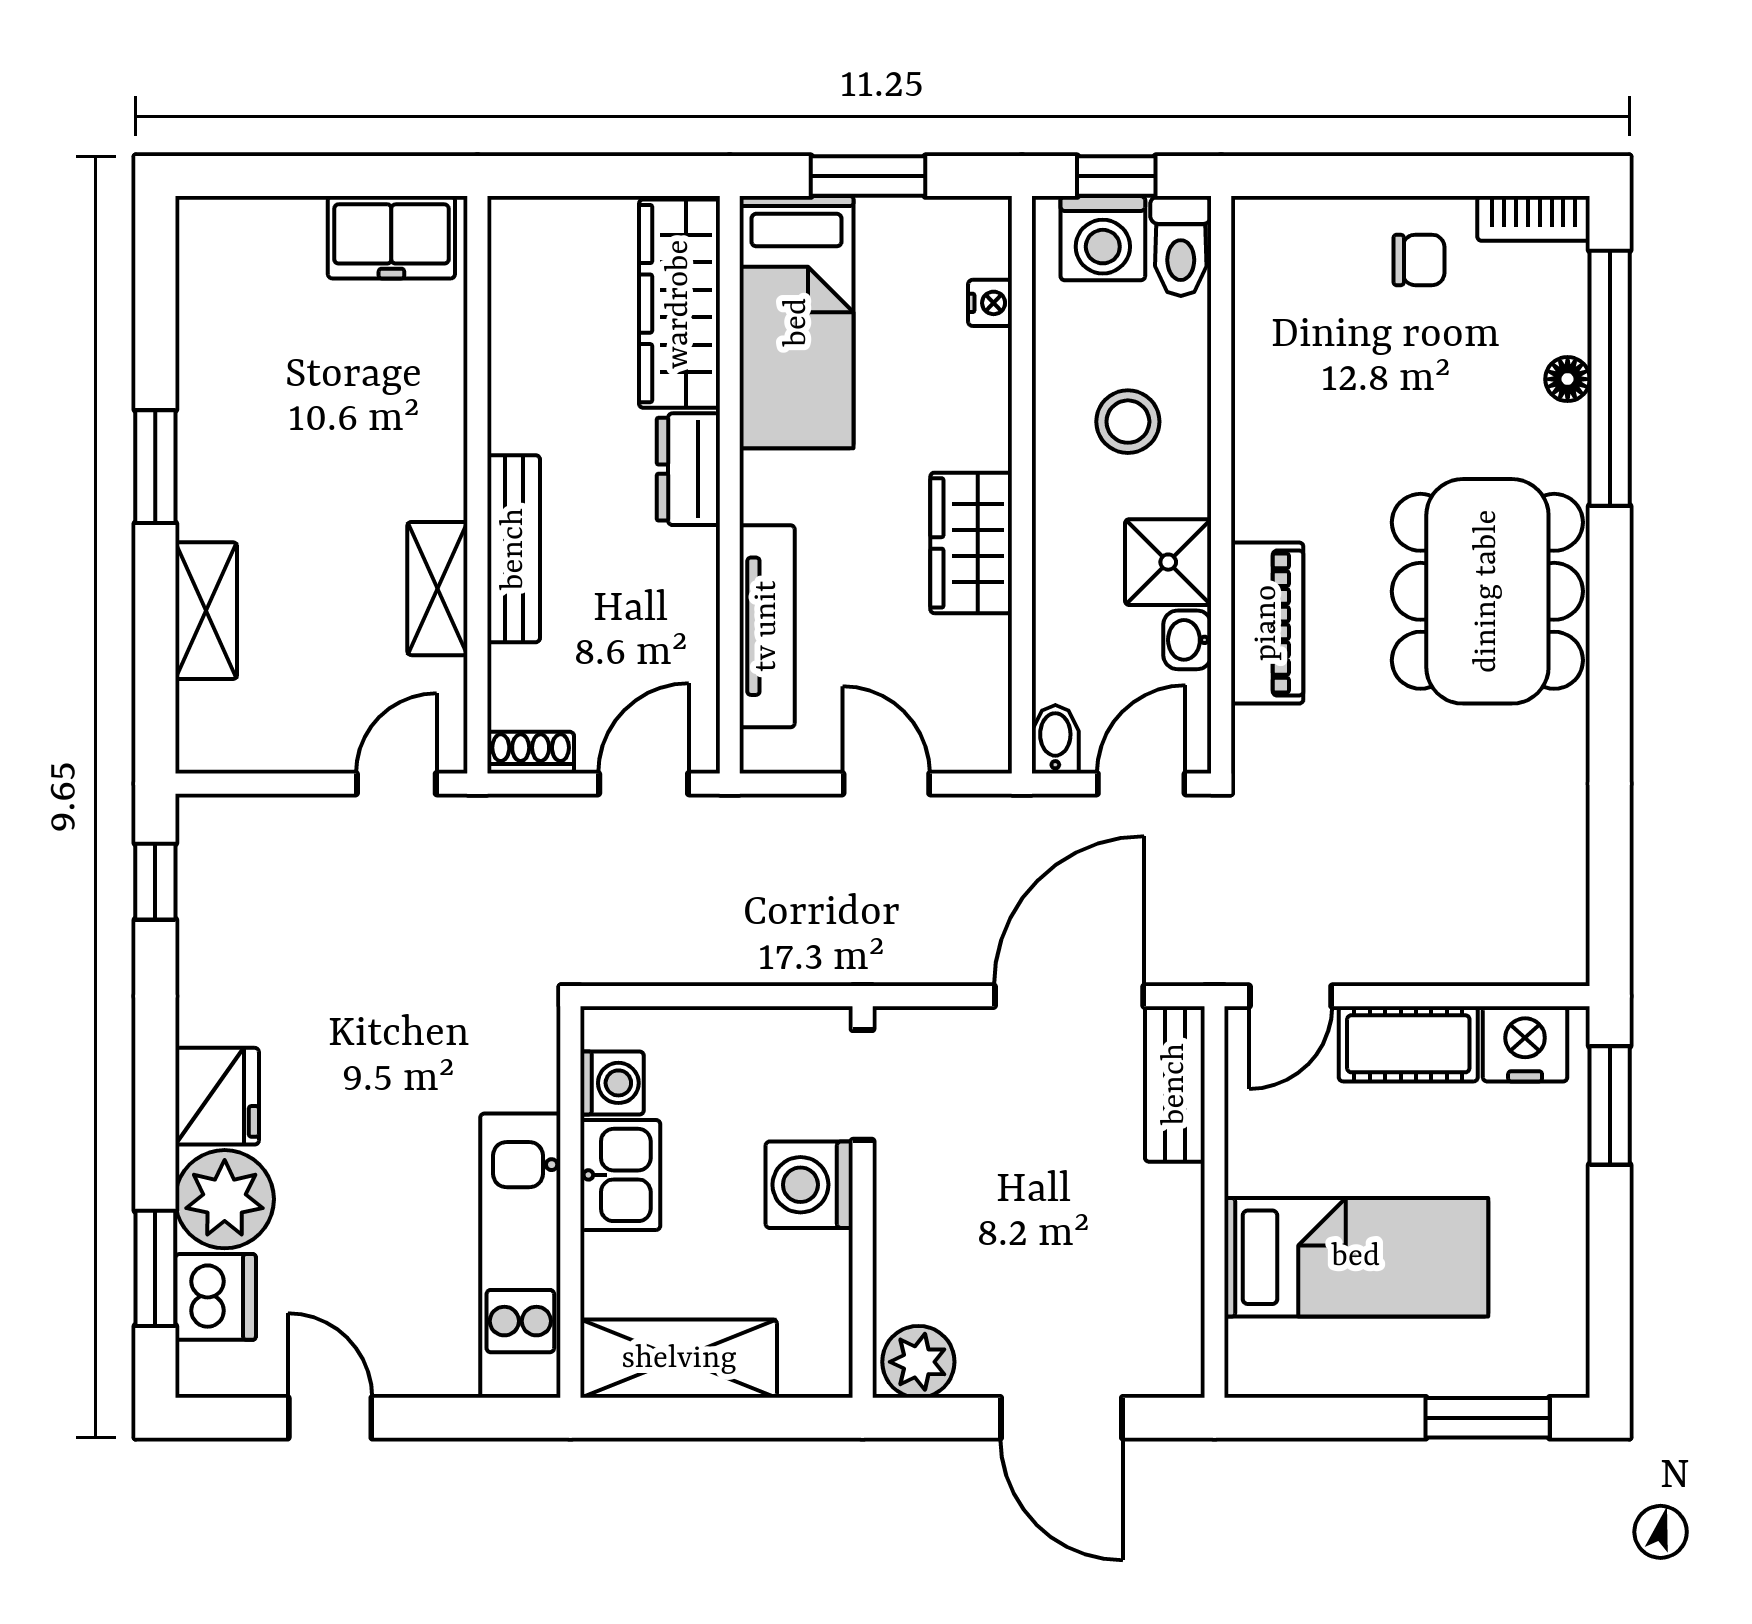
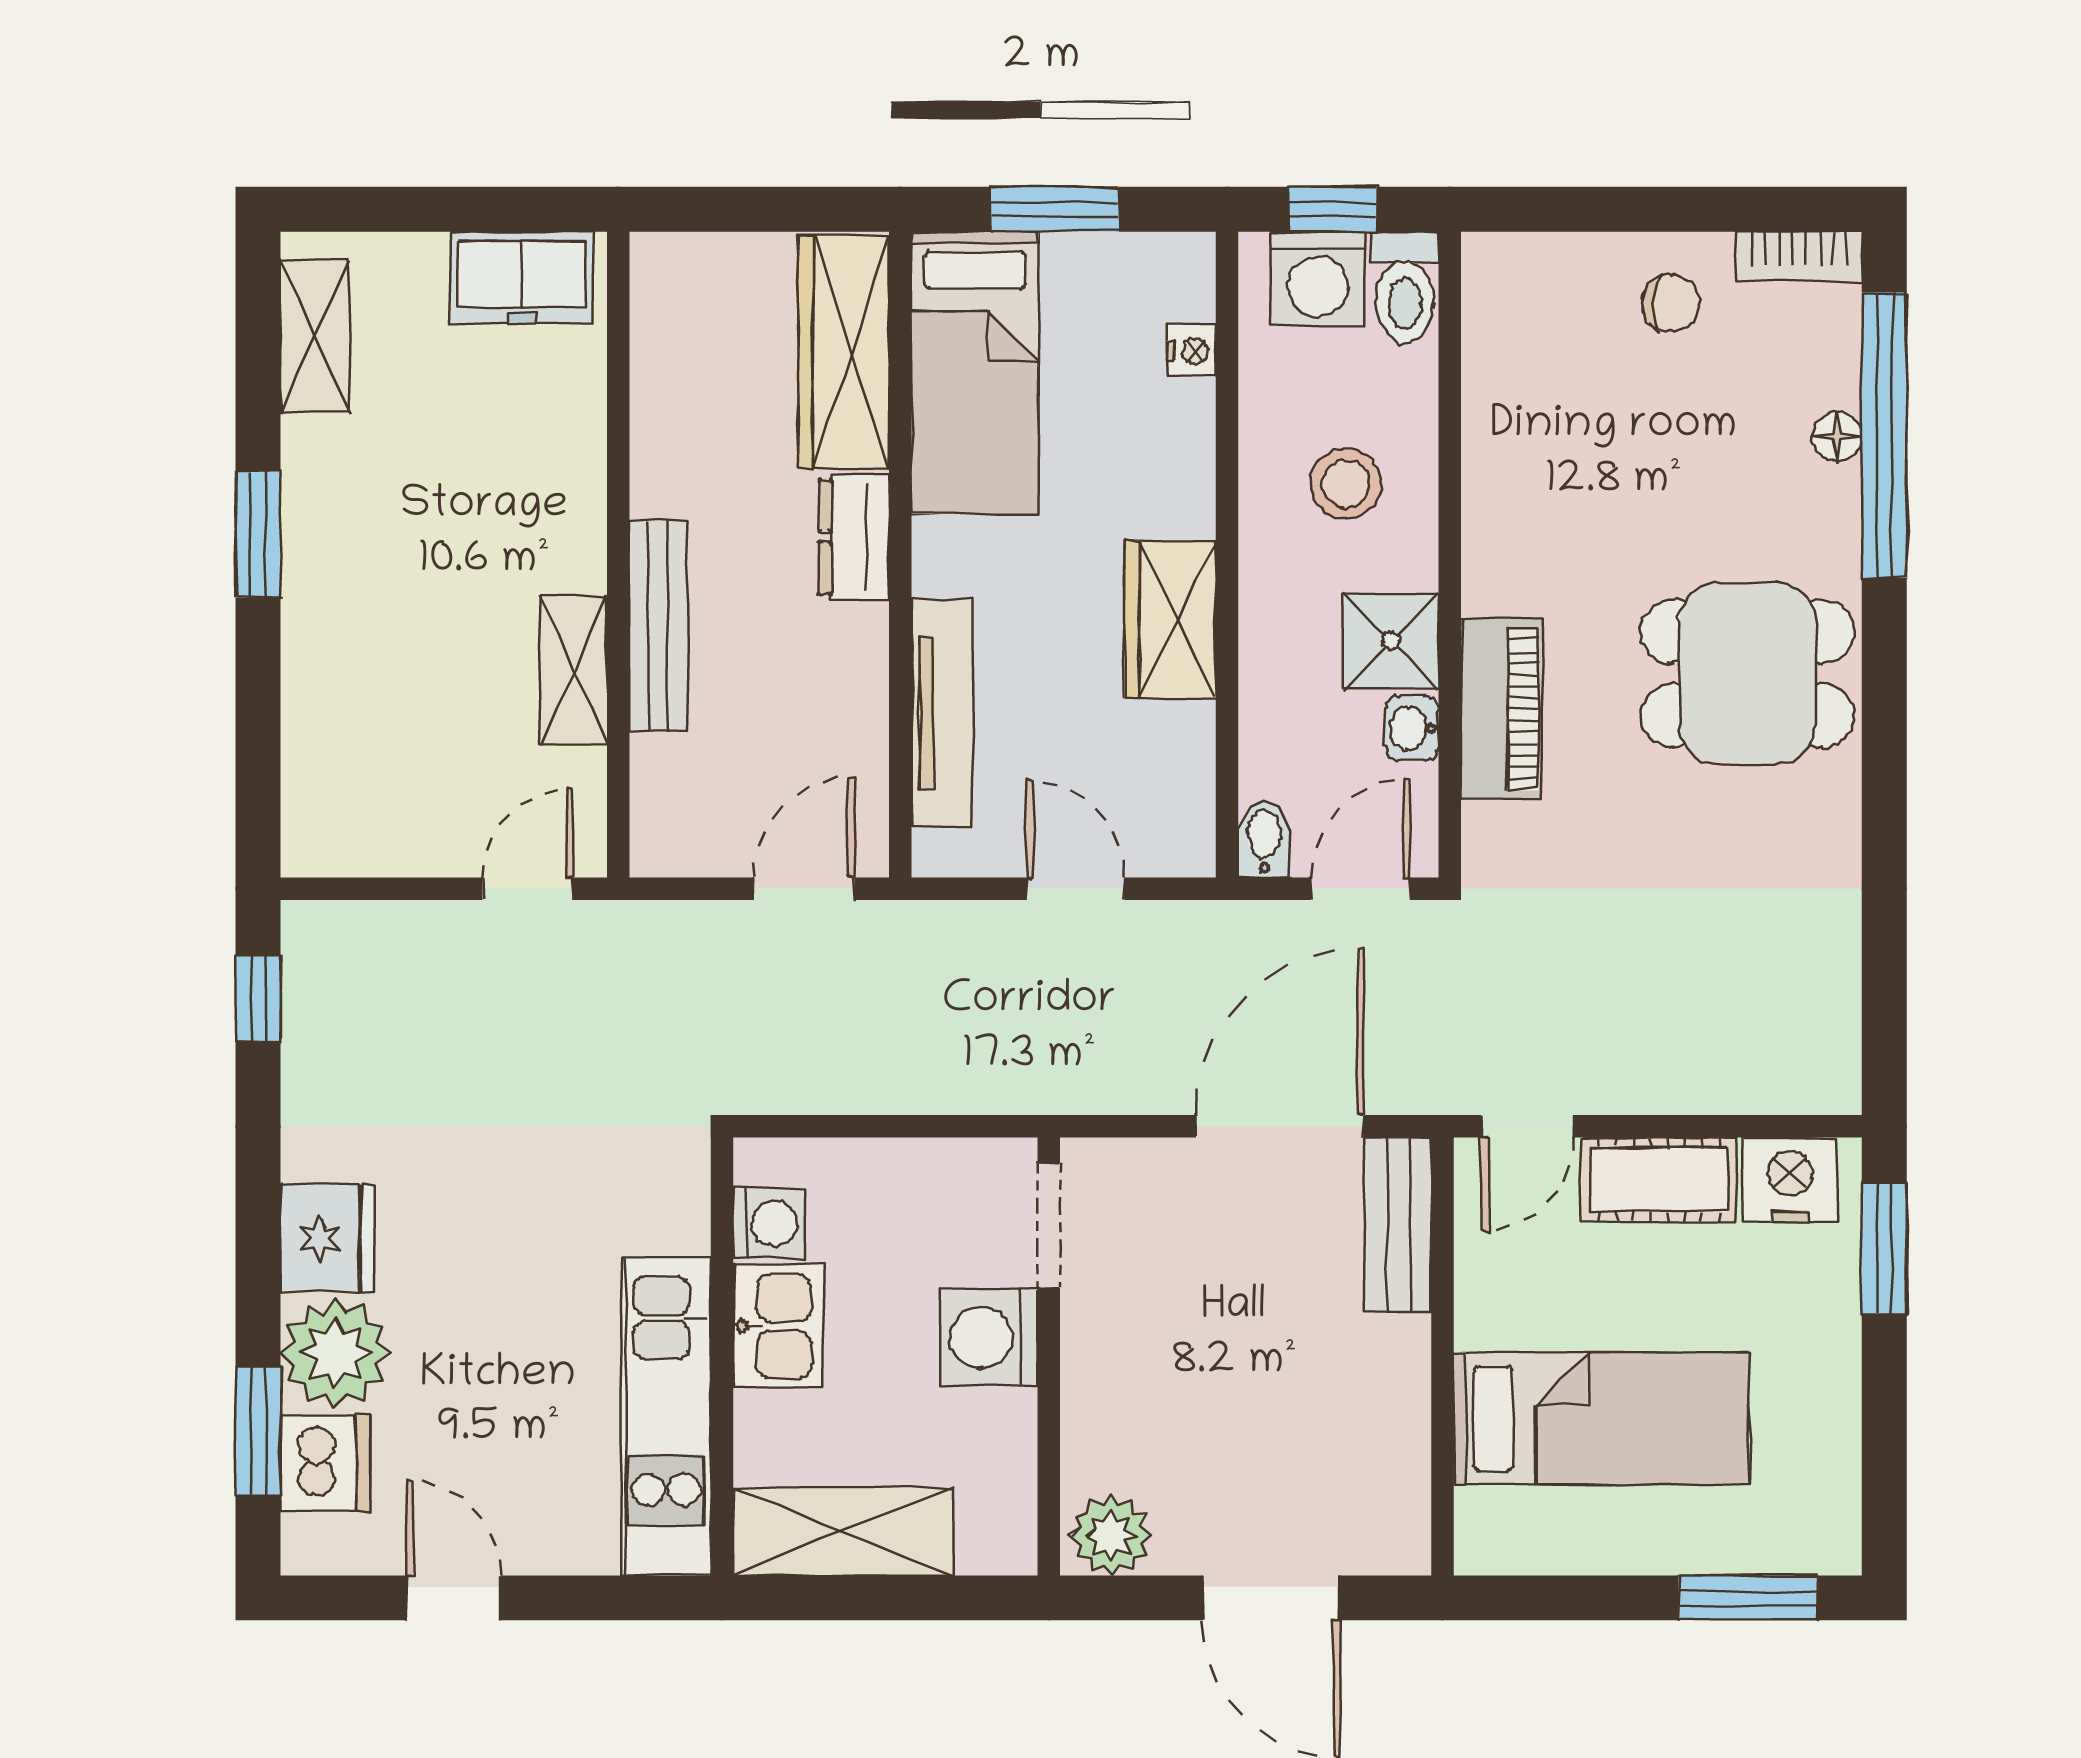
dining table: (1487, 591) -> (1748, 674), width x0.73
shelving: (206, 611) -> (315, 336), moved
shoe rack: (531, 753) -> (678, 854), removed

